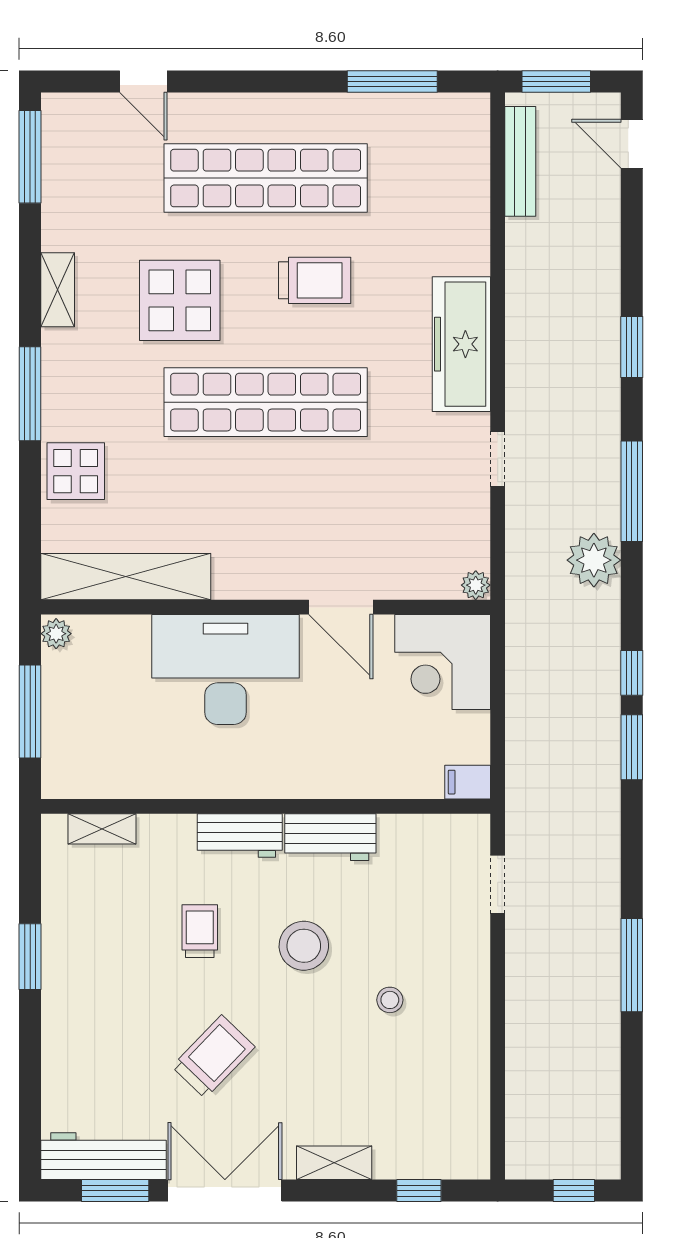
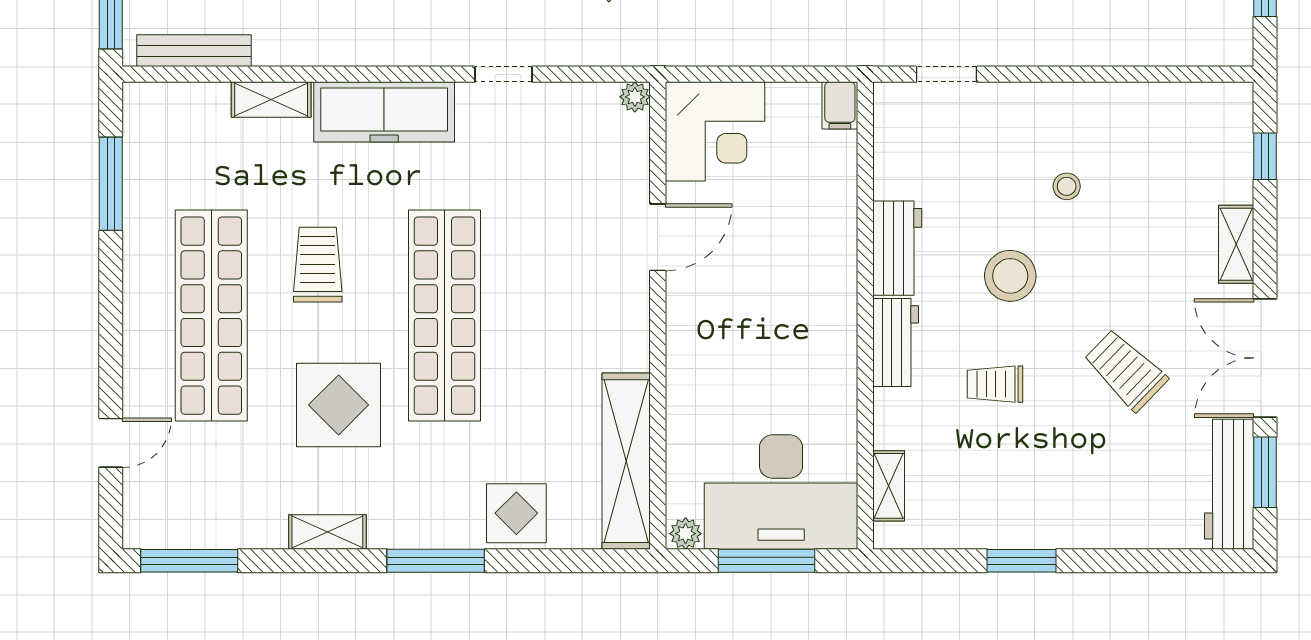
shelving: (473, 236) -> (271, 100), added
desk: (225, 669) -> (781, 492), moved, turned -90

